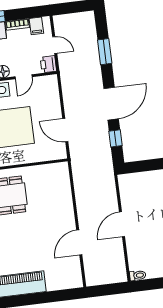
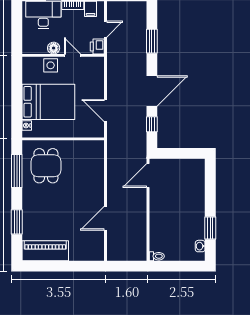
door: (55, 45) -> (106, 29), hinge flipped
door: (24, 77) -> (72, 55), swing flipped
door: (122, 224) -> (148, 176), moved

